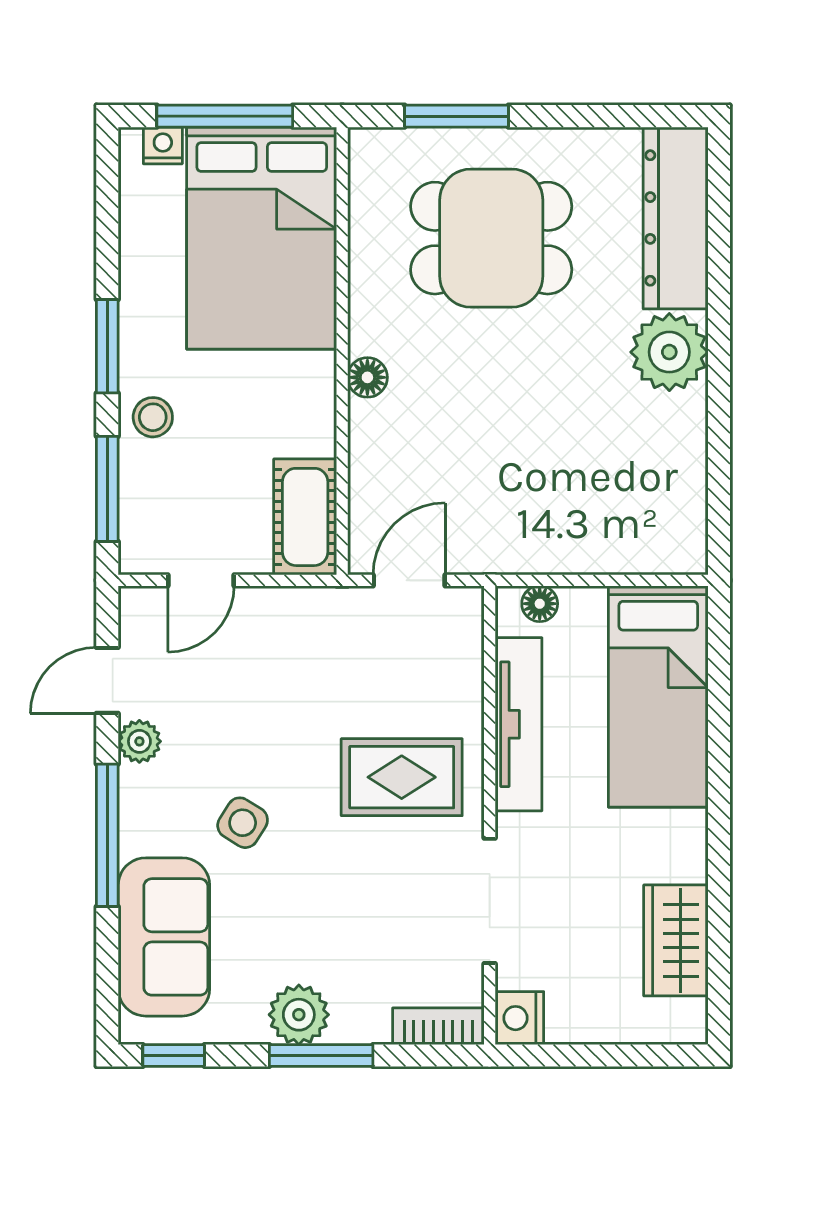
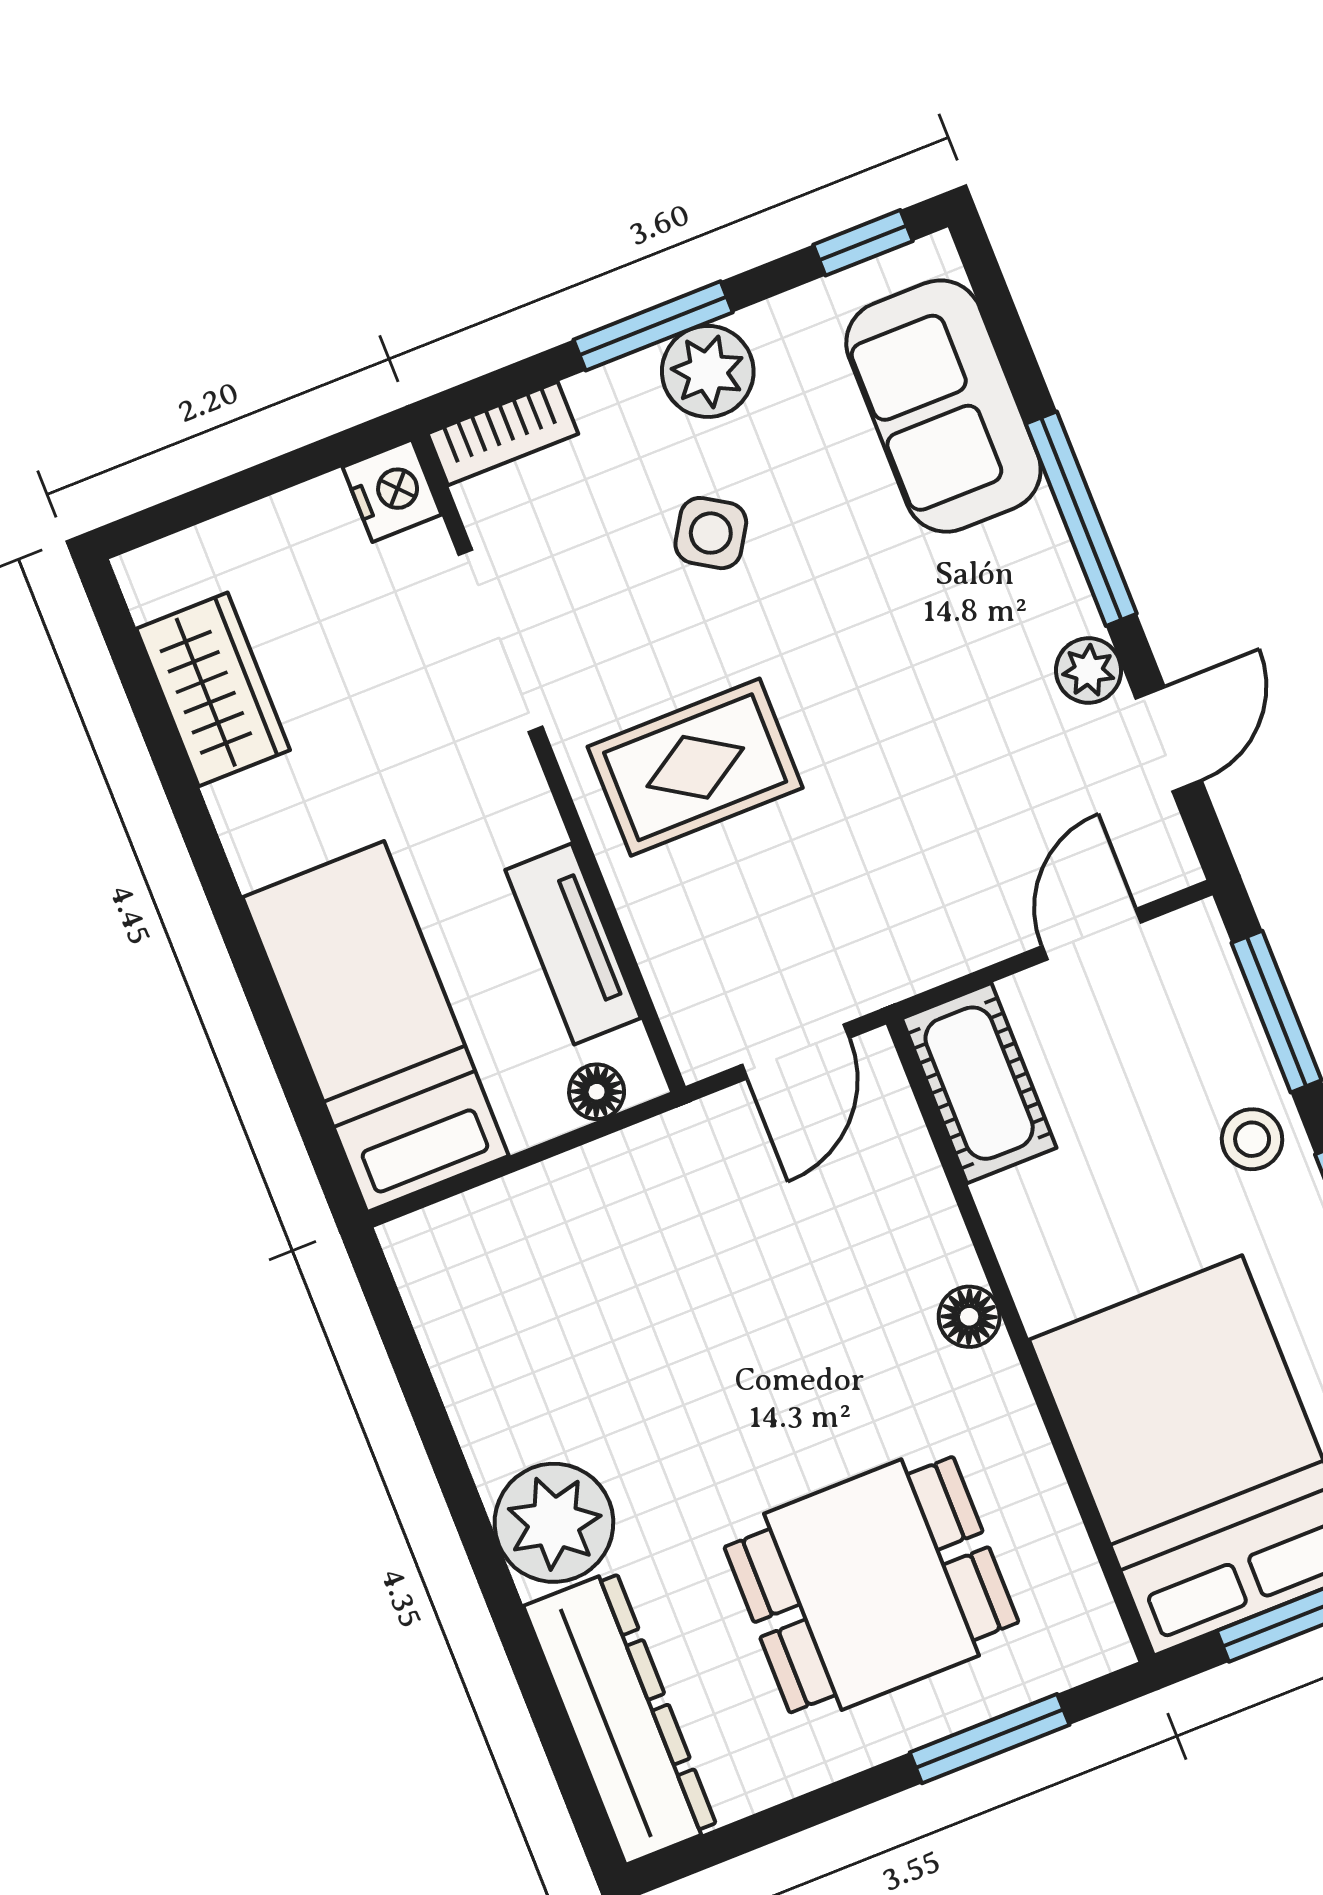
tv unit: (518, 724) -> (573, 944), width x0.71
side table: (243, 823) -> (711, 533), moved

